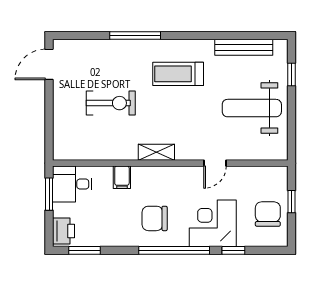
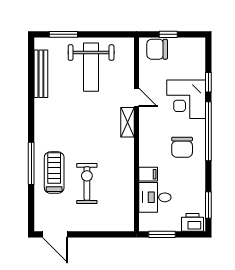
treadmill: (178, 74) -> (54, 173), moved, turned 180
window: (291, 75) -> (63, 34), width x1.50
shelving: (156, 152) -> (128, 122), moved
desk: (72, 184) -> (155, 197), moved, turned 90
chair: (268, 214) -> (157, 49), moved

